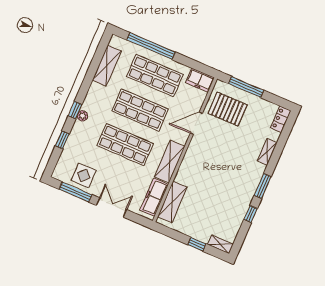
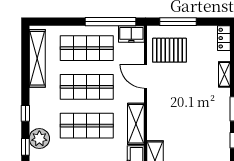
window: (151, 46) -> (111, 22), moved
shelving: (107, 66) -> (37, 58), width x1.47
plant: (82, 116) -> (39, 139), moved, width x1.87, depth x1.87
door: (196, 123) -> (146, 76), hinge flipped

